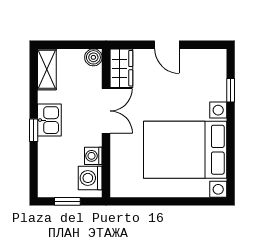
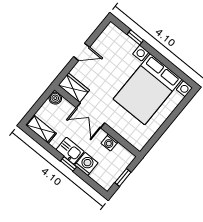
double door: (106, 111) -> (91, 115), swing flipped
washing machine: (90, 178) -> (86, 164), moved, turned 180

